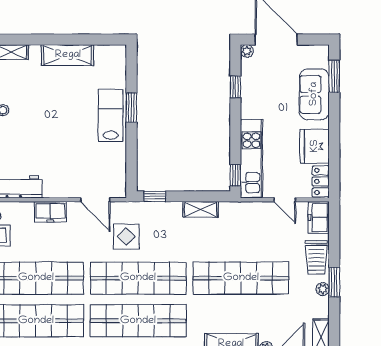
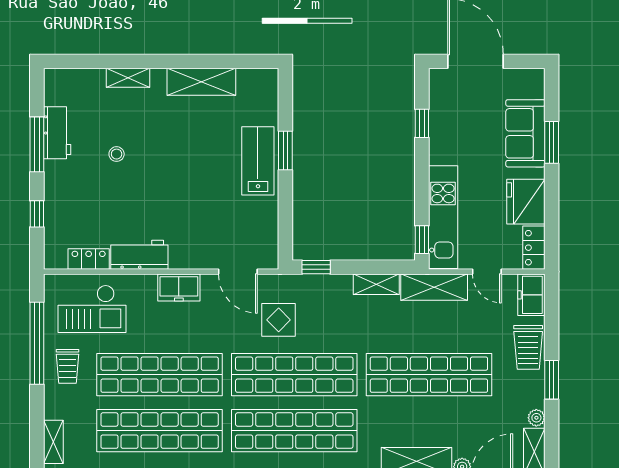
plant: (247, 51) -> (437, 76), removed
window: (334, 76) -> (552, 142), moved
shelving: (245, 212) -> (434, 287), added
plant: (323, 289) -> (536, 418), moved

